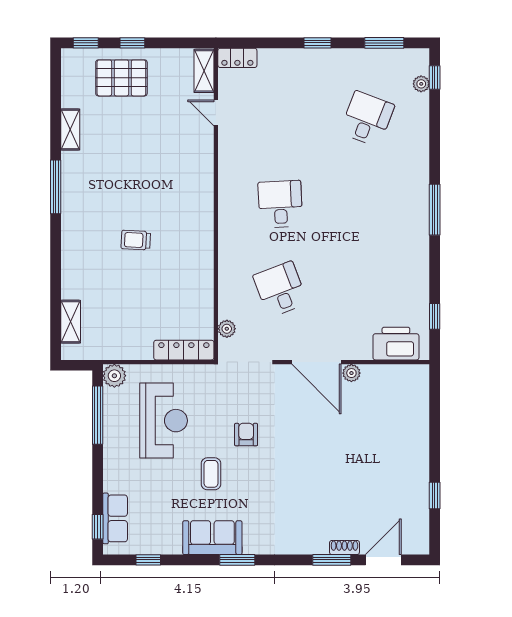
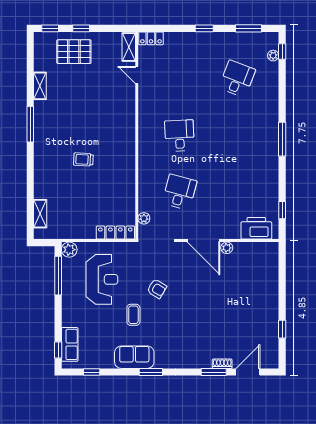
desk: (280, 289) -> (180, 192), turned 36
armchair: (246, 435) -> (157, 289), turned 121

